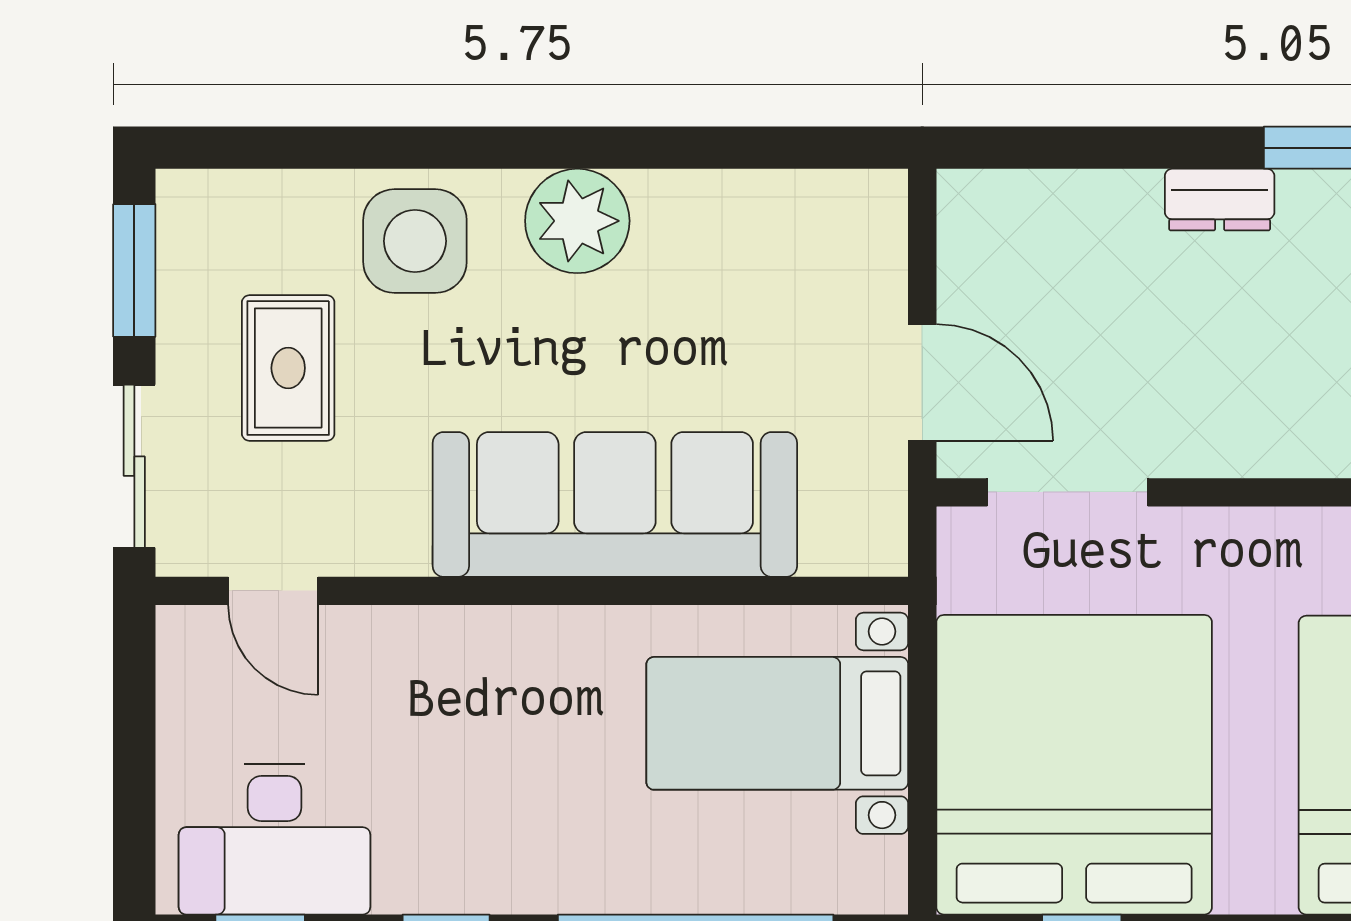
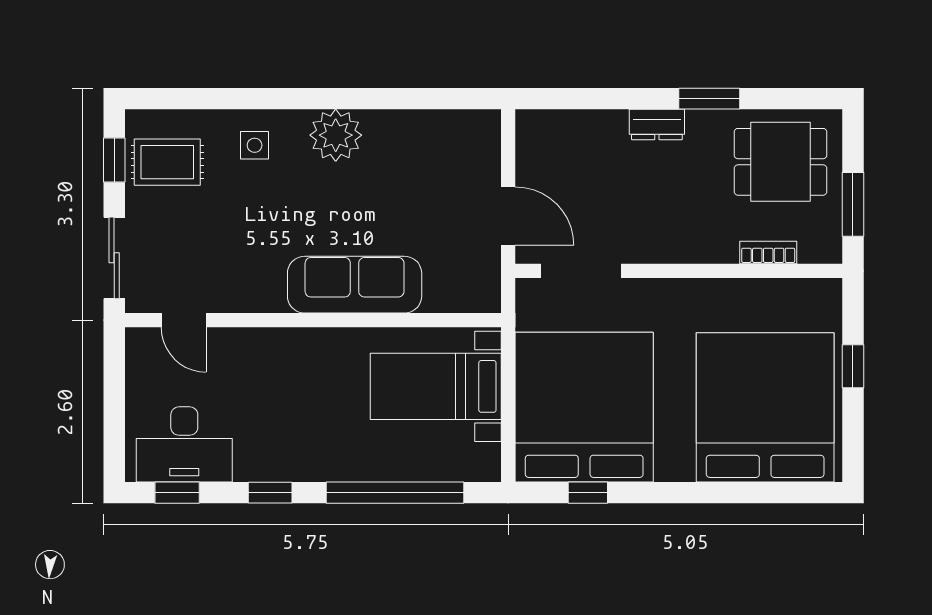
side table: (415, 241) -> (255, 145), width x0.54, depth x0.54
window: (134, 270) -> (114, 160), width x0.67
rug: (288, 368) -> (167, 162), moved, turned 90
sofa: (615, 504) -> (355, 285), width x0.74, depth x0.79

